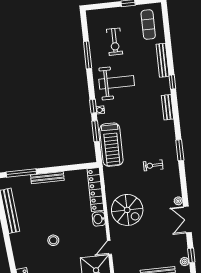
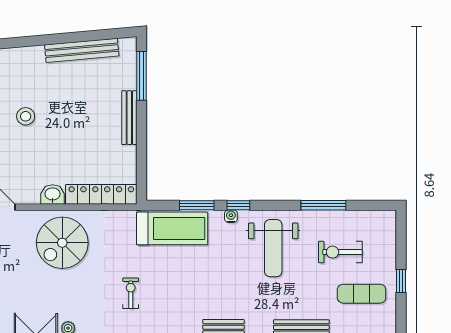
exercise mat: (148, 25) -> (362, 294), moved
treadmill: (111, 145) -> (172, 228), turned 180

